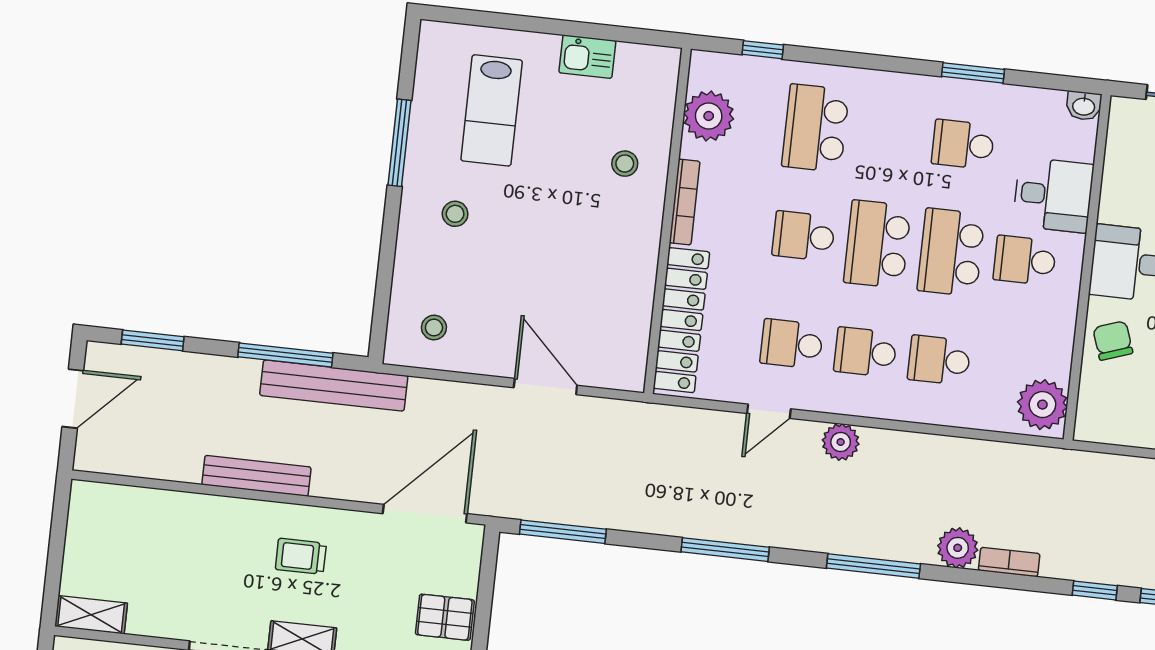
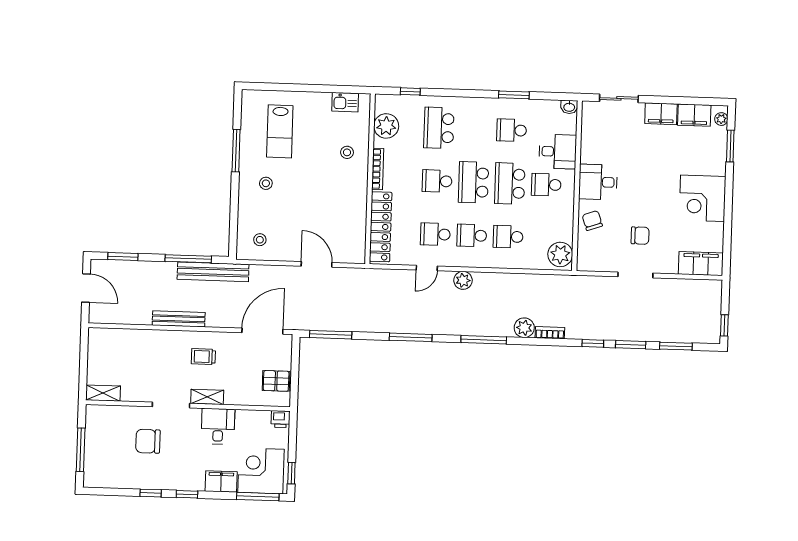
kitchen sink: (587, 57) -> (345, 102), moved
door: (73, 399) -> (86, 288), hinge flipped

